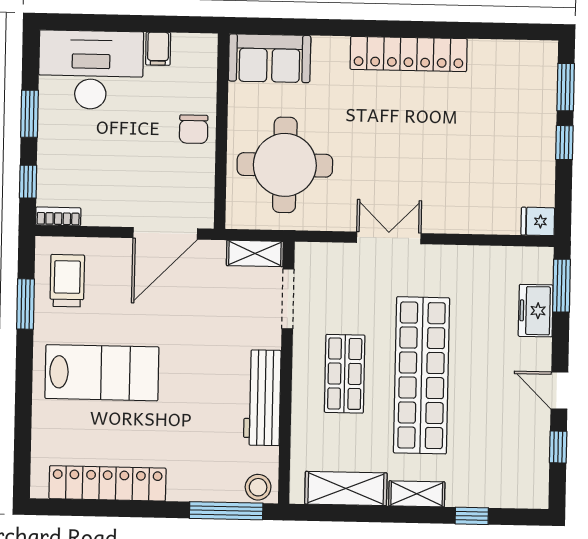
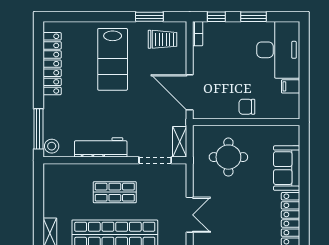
sofa: (270, 58) -> (287, 168), moved
round table: (285, 165) -> (228, 157), width x0.73, depth x0.73
shelving: (346, 488) -> (52, 194), removed

